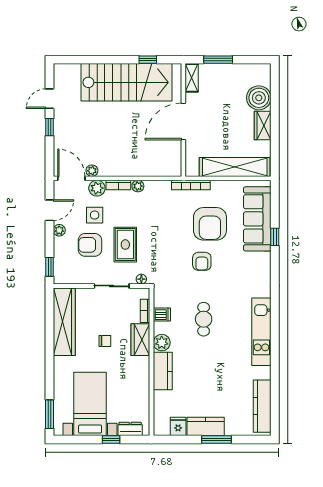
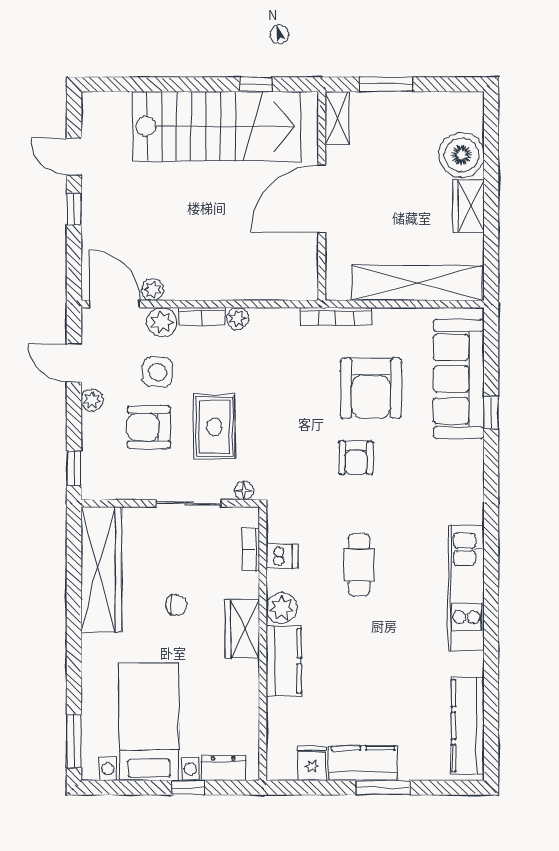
door: (50, 99) -> (74, 156), hinge flipped
door: (50, 210) -> (74, 363), swing flipped
wardrobe: (140, 340) -> (242, 629), moved

